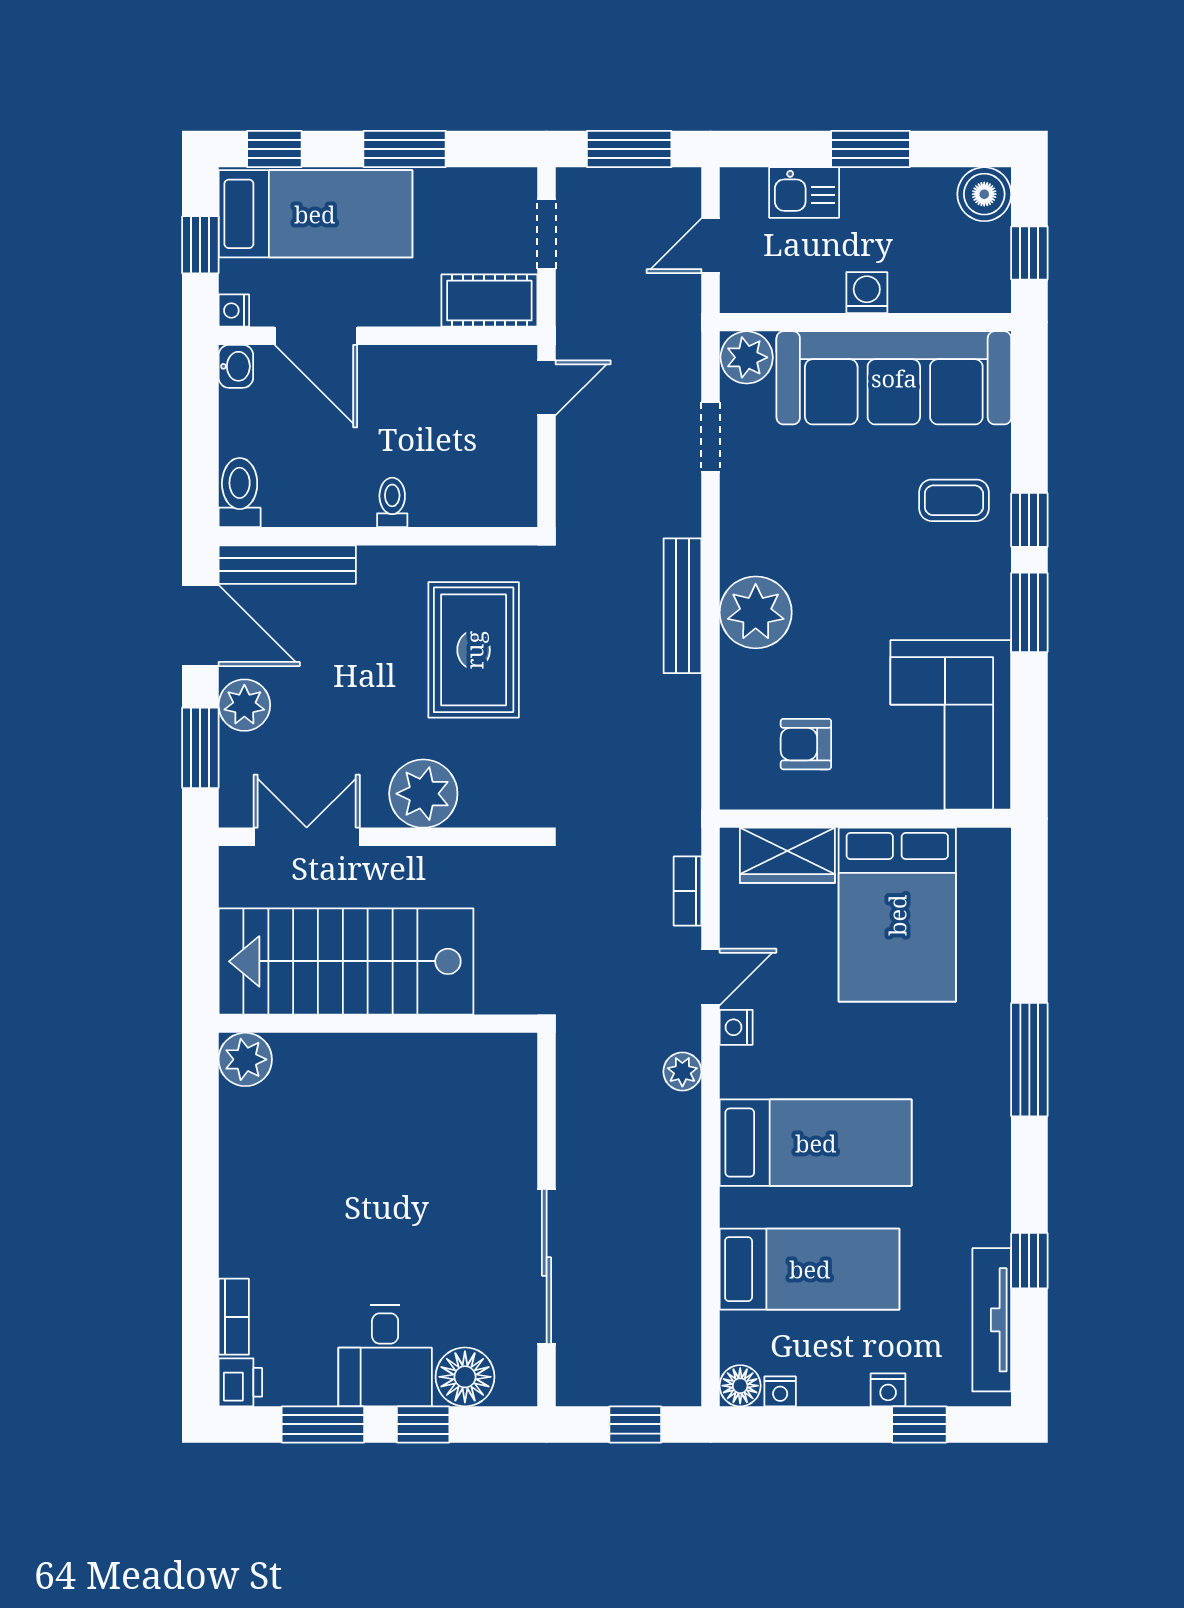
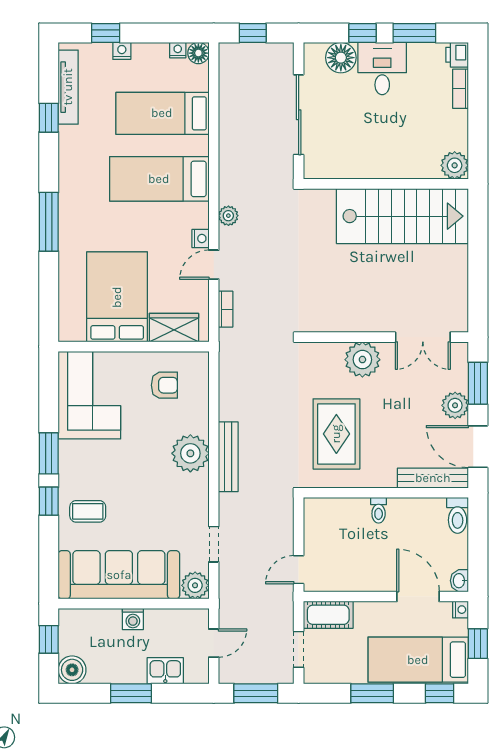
stairs: (346, 961) -> (402, 216), moved
wall: (378, 1024) -> (386, 184), moved
plant: (245, 1059) -> (455, 165), moved

